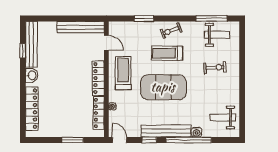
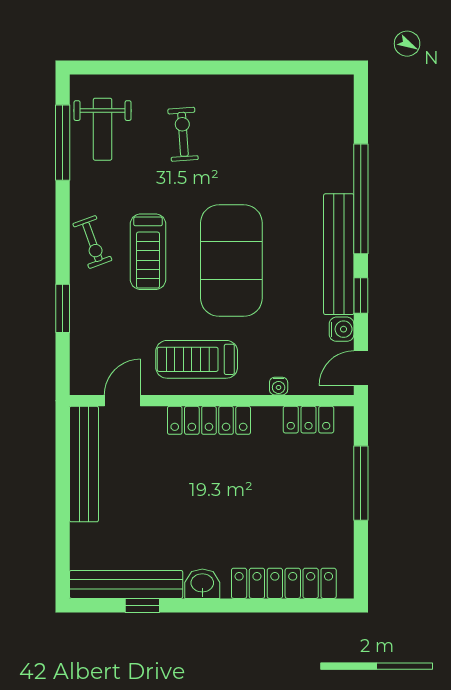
weight bench: (217, 35) -> (103, 129), turned 180
locker: (99, 113) -> (308, 420), width x0.66
weight bench: (223, 118) -> (306, 115), removed
water cooler: (197, 132) -> (342, 329), moved
window: (73, 140) -> (361, 483), width x1.44

